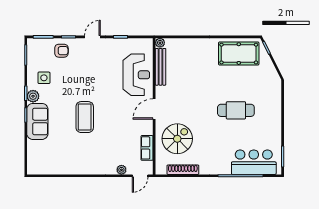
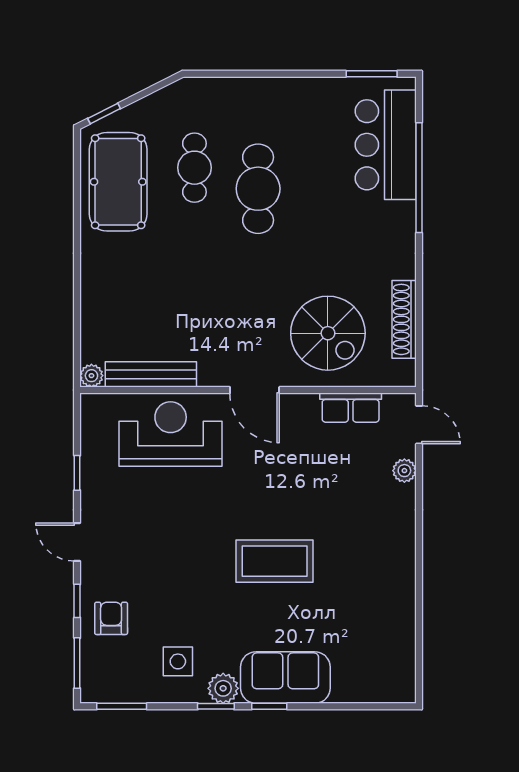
cafe table: (244, 85) -> (194, 168), added
spiral stairs: (177, 139) -> (328, 333), turned 180

